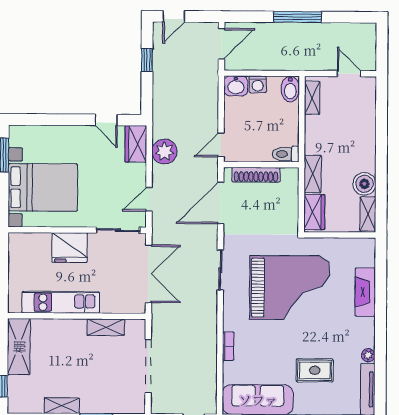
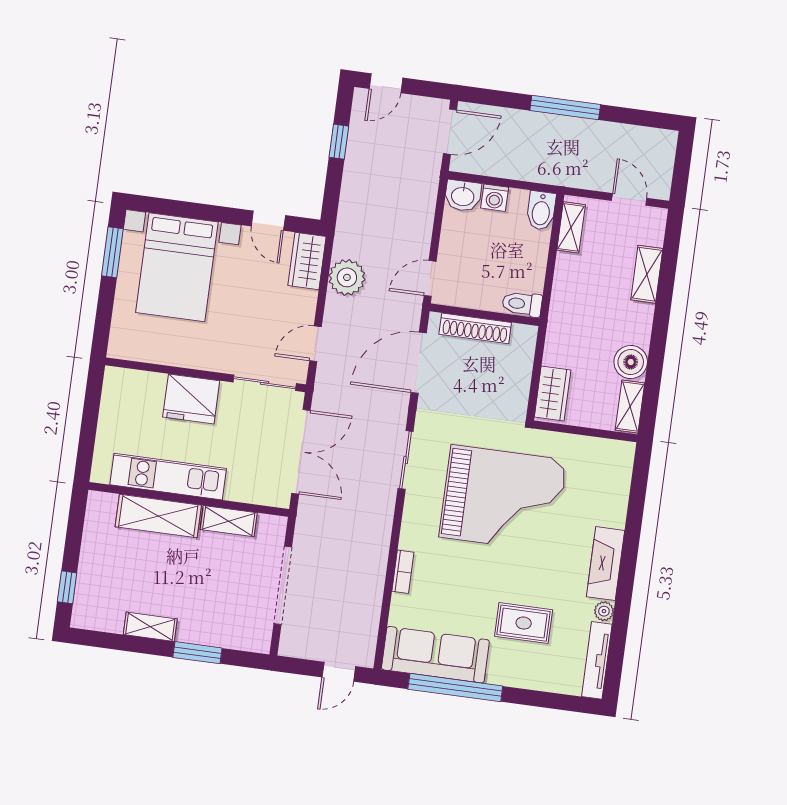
shelving: (313, 174) -> (647, 274), moved
bed with nightstands: (43, 187) -> (177, 267), moved, turned 90
fireplace: (365, 292) -> (606, 564), moved
shelving: (19, 347) -> (158, 516), moved, turned 90

